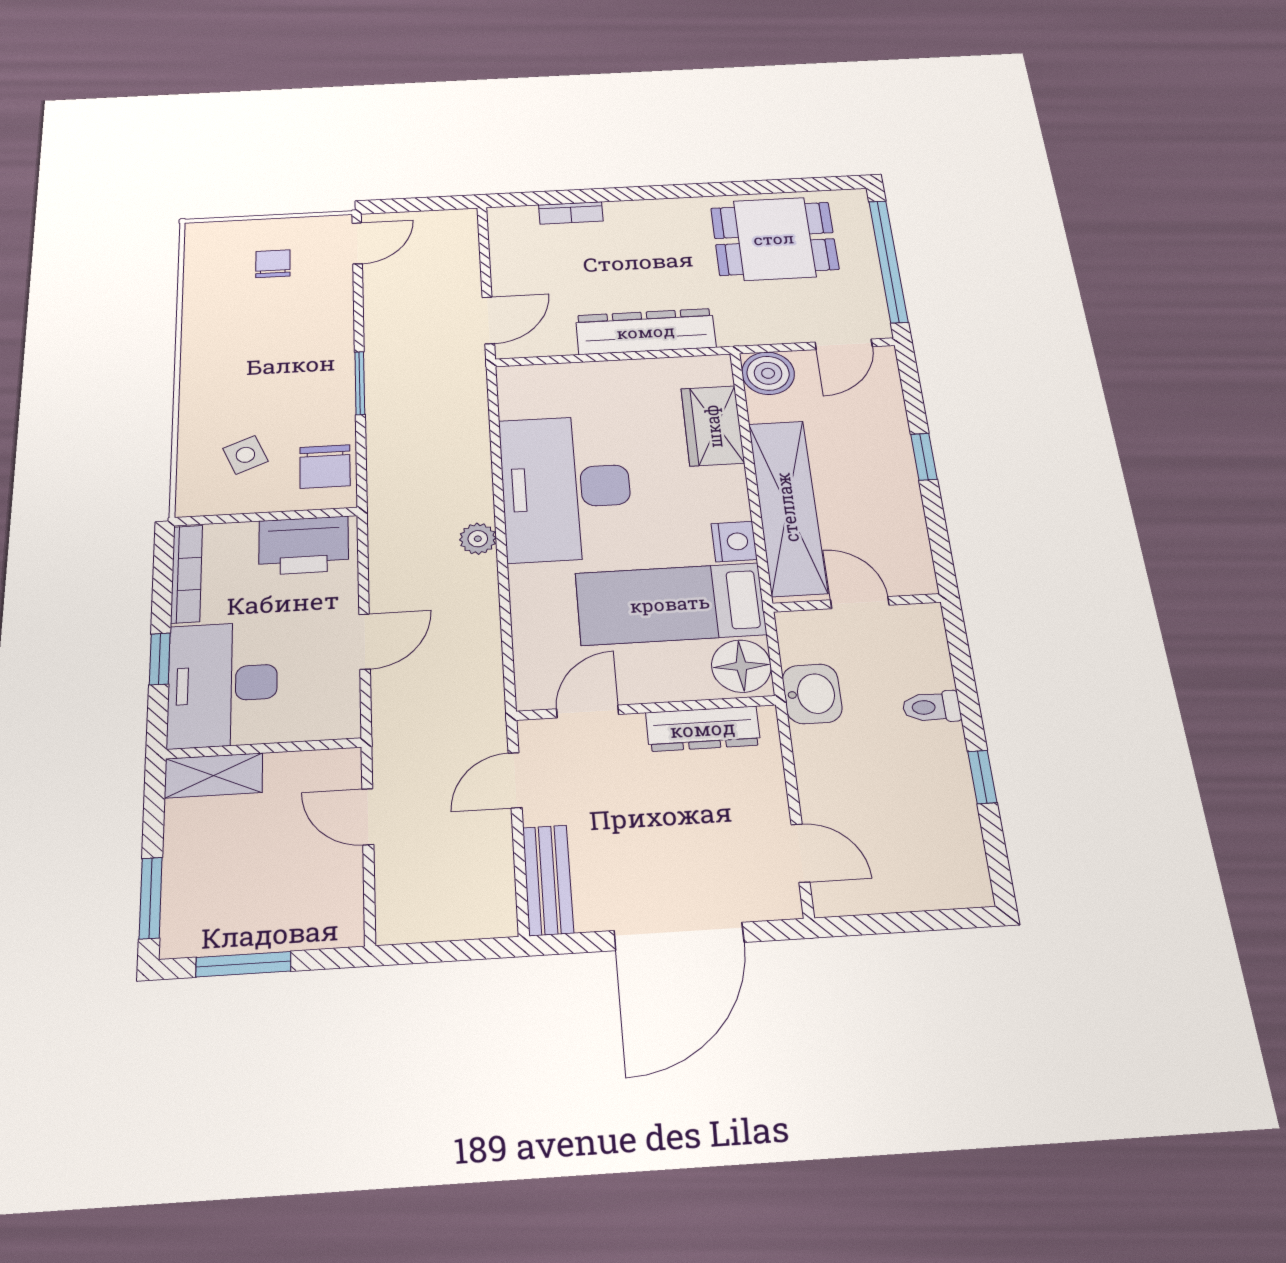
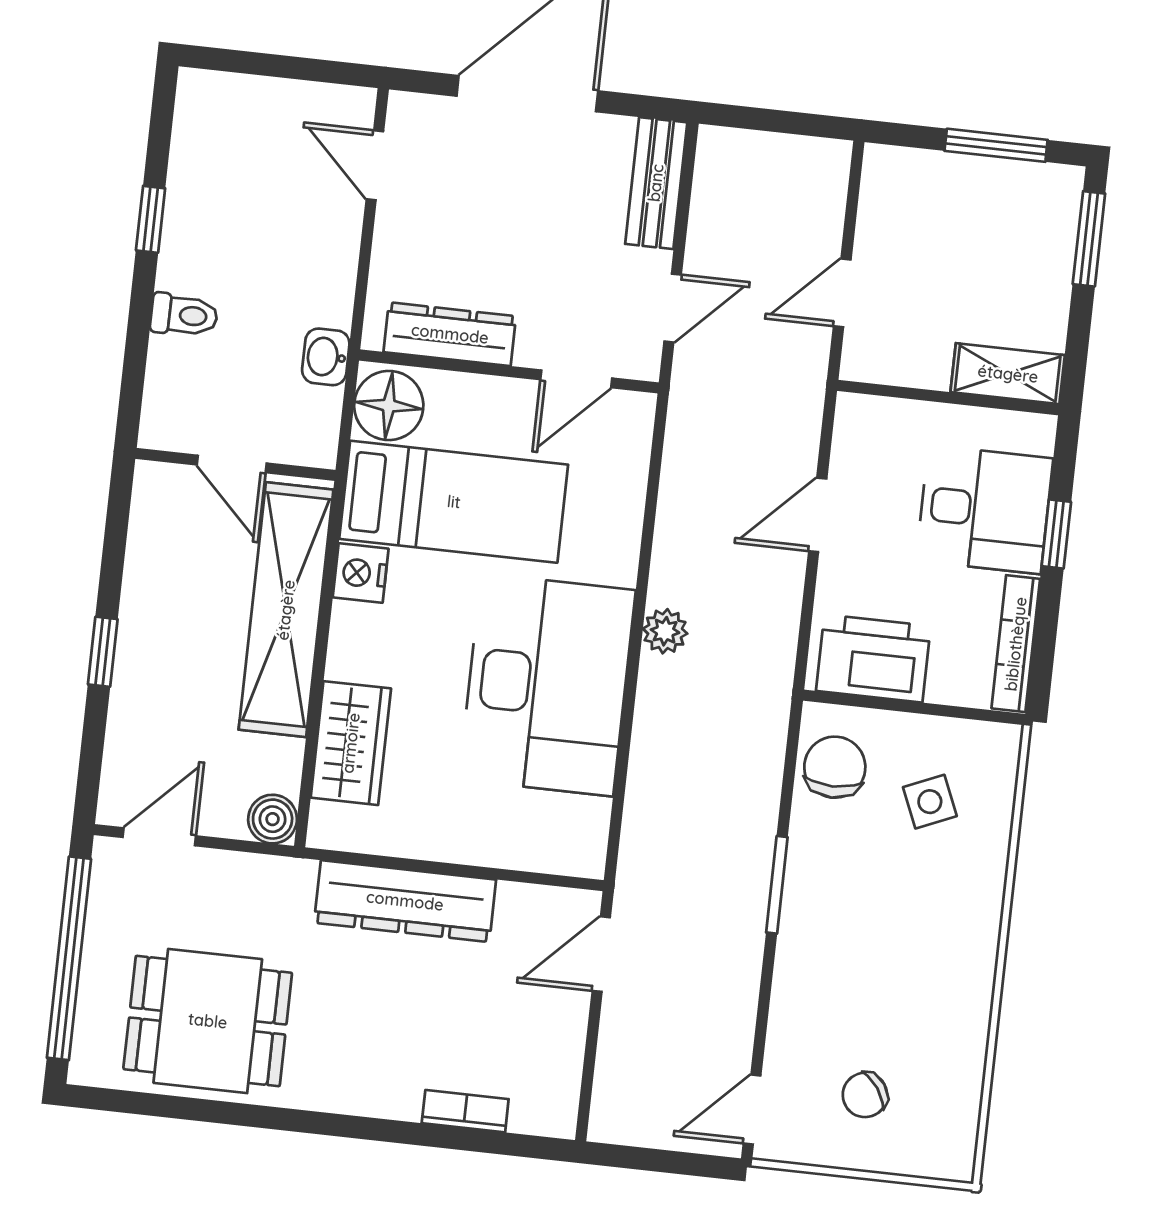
chair: (273, 264) -> (865, 1095), turned 55
boiler: (768, 373) -> (273, 819), width x0.73, depth x0.73
desk: (223, 684) -> (985, 510), width x0.73
washbasin: (812, 694) -> (326, 357), width x0.72, depth x0.69
door: (368, 817) -> (842, 293), swing flipped

